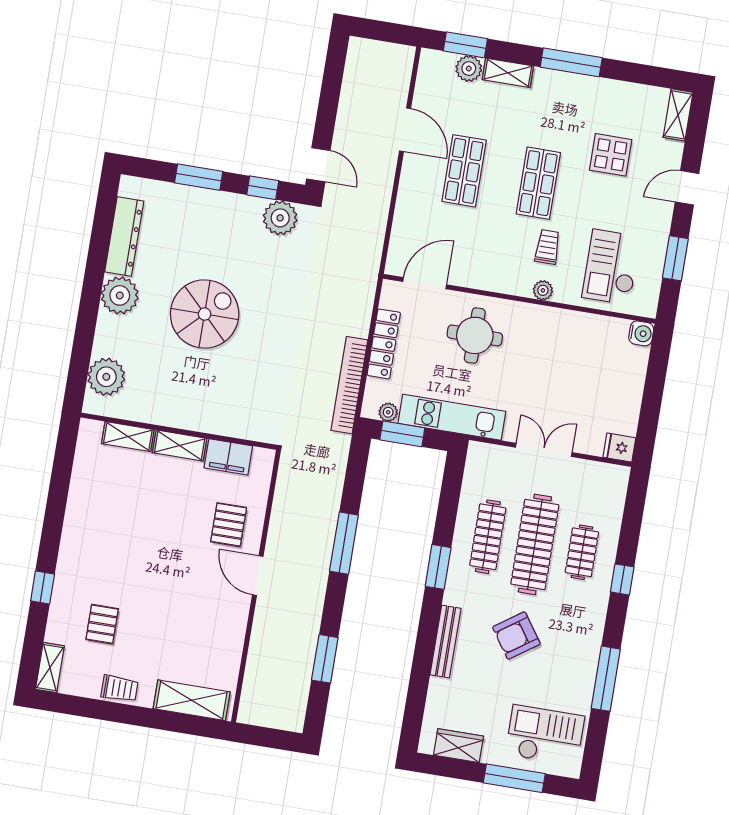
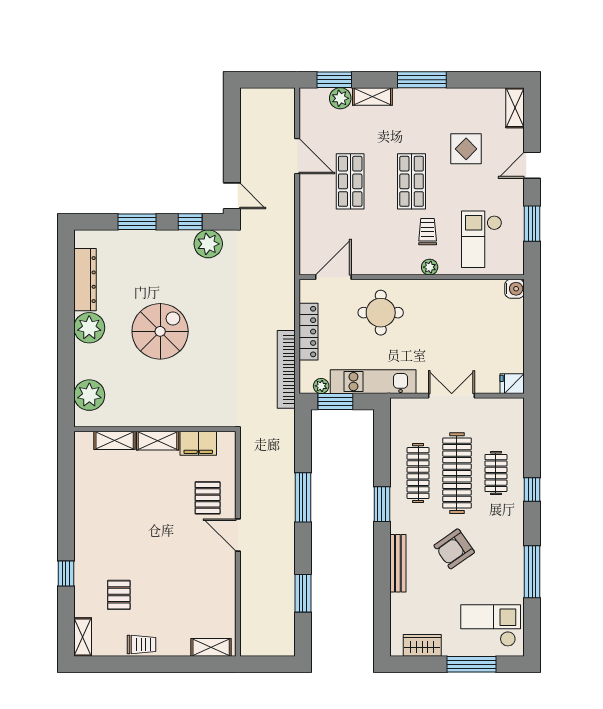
shelving: (192, 700) -> (211, 647), width x0.67, depth x0.75

